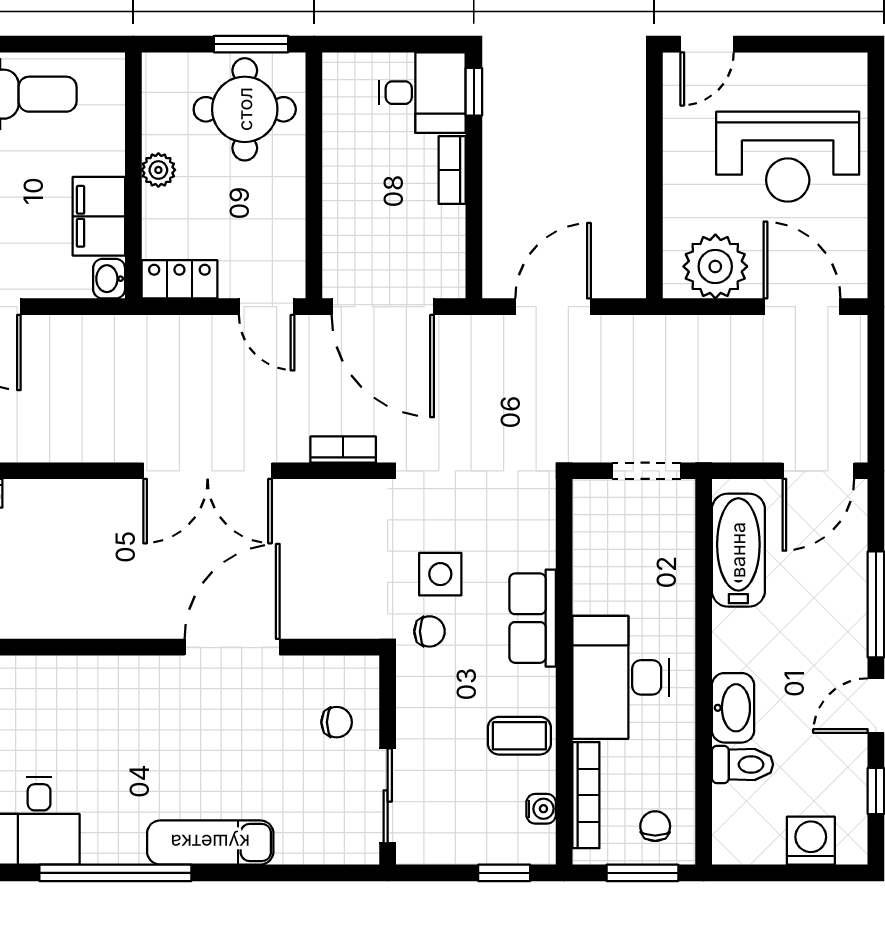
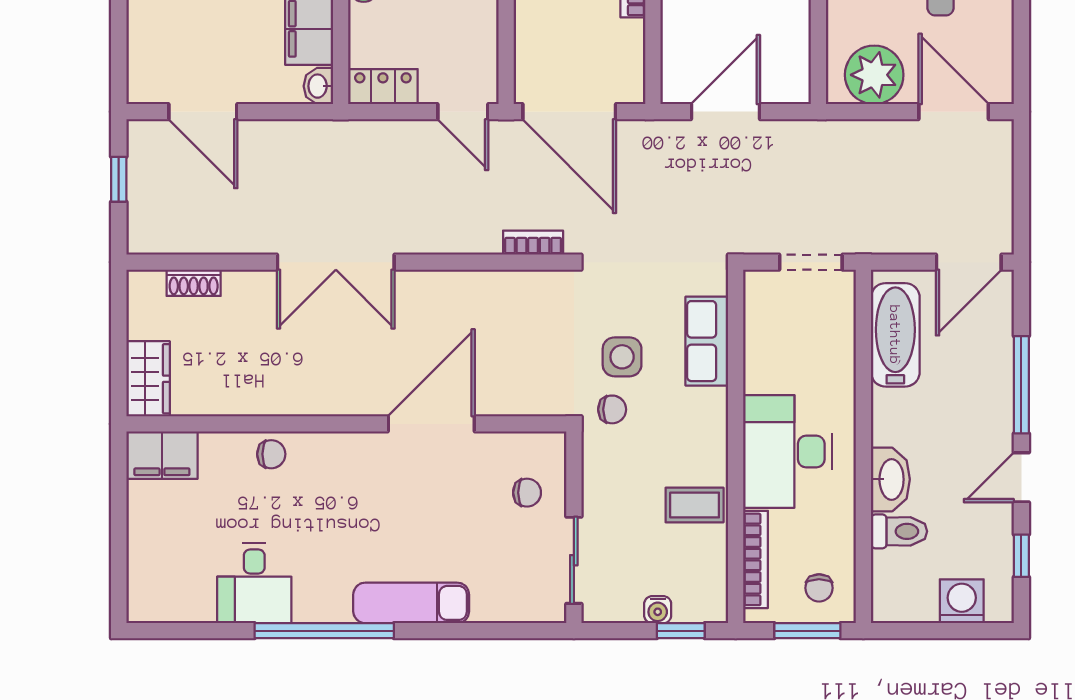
double door: (208, 471) -> (336, 262), moved
row of seats: (533, 618) -> (707, 341), moved
chair: (58, 680) -> (271, 454), added
water cooler: (541, 809) -> (658, 610), moved, turned 90
chair: (655, 826) -> (819, 588), turned 180

